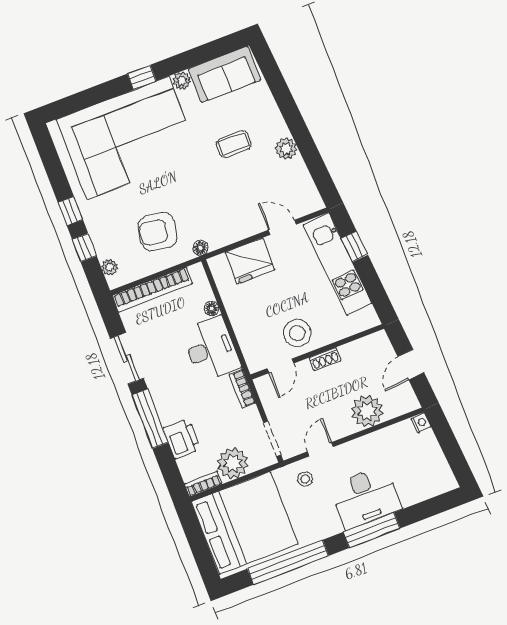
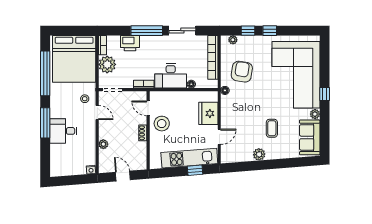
plant: (367, 411) -> (103, 144), width x0.53, depth x0.53
desk: (366, 497) -> (63, 131), width x0.73

